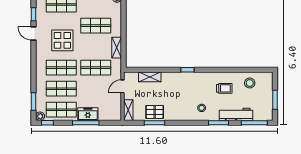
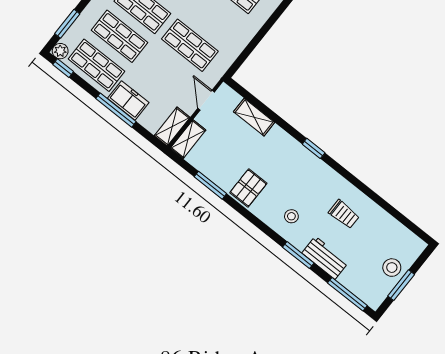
shelving: (117, 48) -> (172, 127), moved
stool: (250, 83) -> (392, 268), moved
door: (122, 86) -> (206, 100), hinge flipped
pallet: (155, 112) -> (248, 188), moved, turned 90
workbench: (236, 114) -> (325, 258), width x0.73

